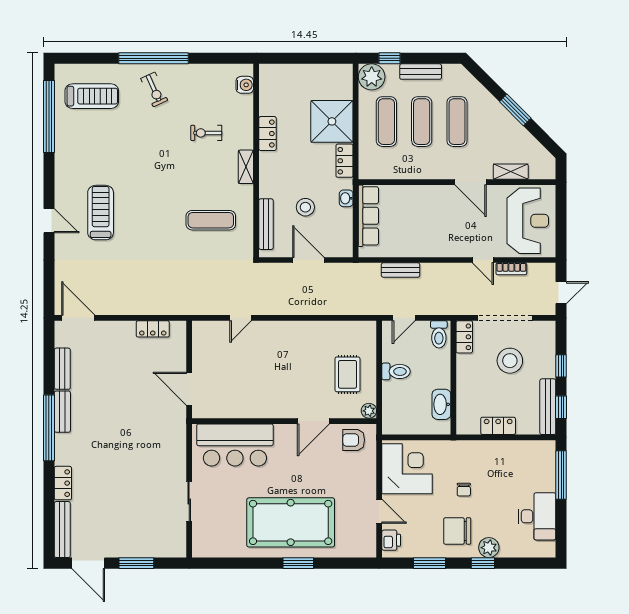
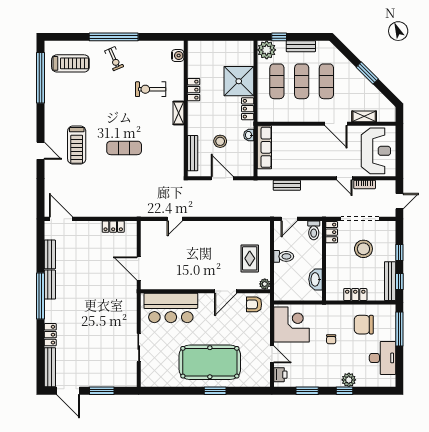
exercise bike: (206, 133) -> (151, 89), width x1.38, depth x1.39
treadmill: (101, 213) -> (77, 145), turned 180
exercise mat: (211, 220) -> (124, 148), moved
chair: (457, 531) -> (364, 325), moved

